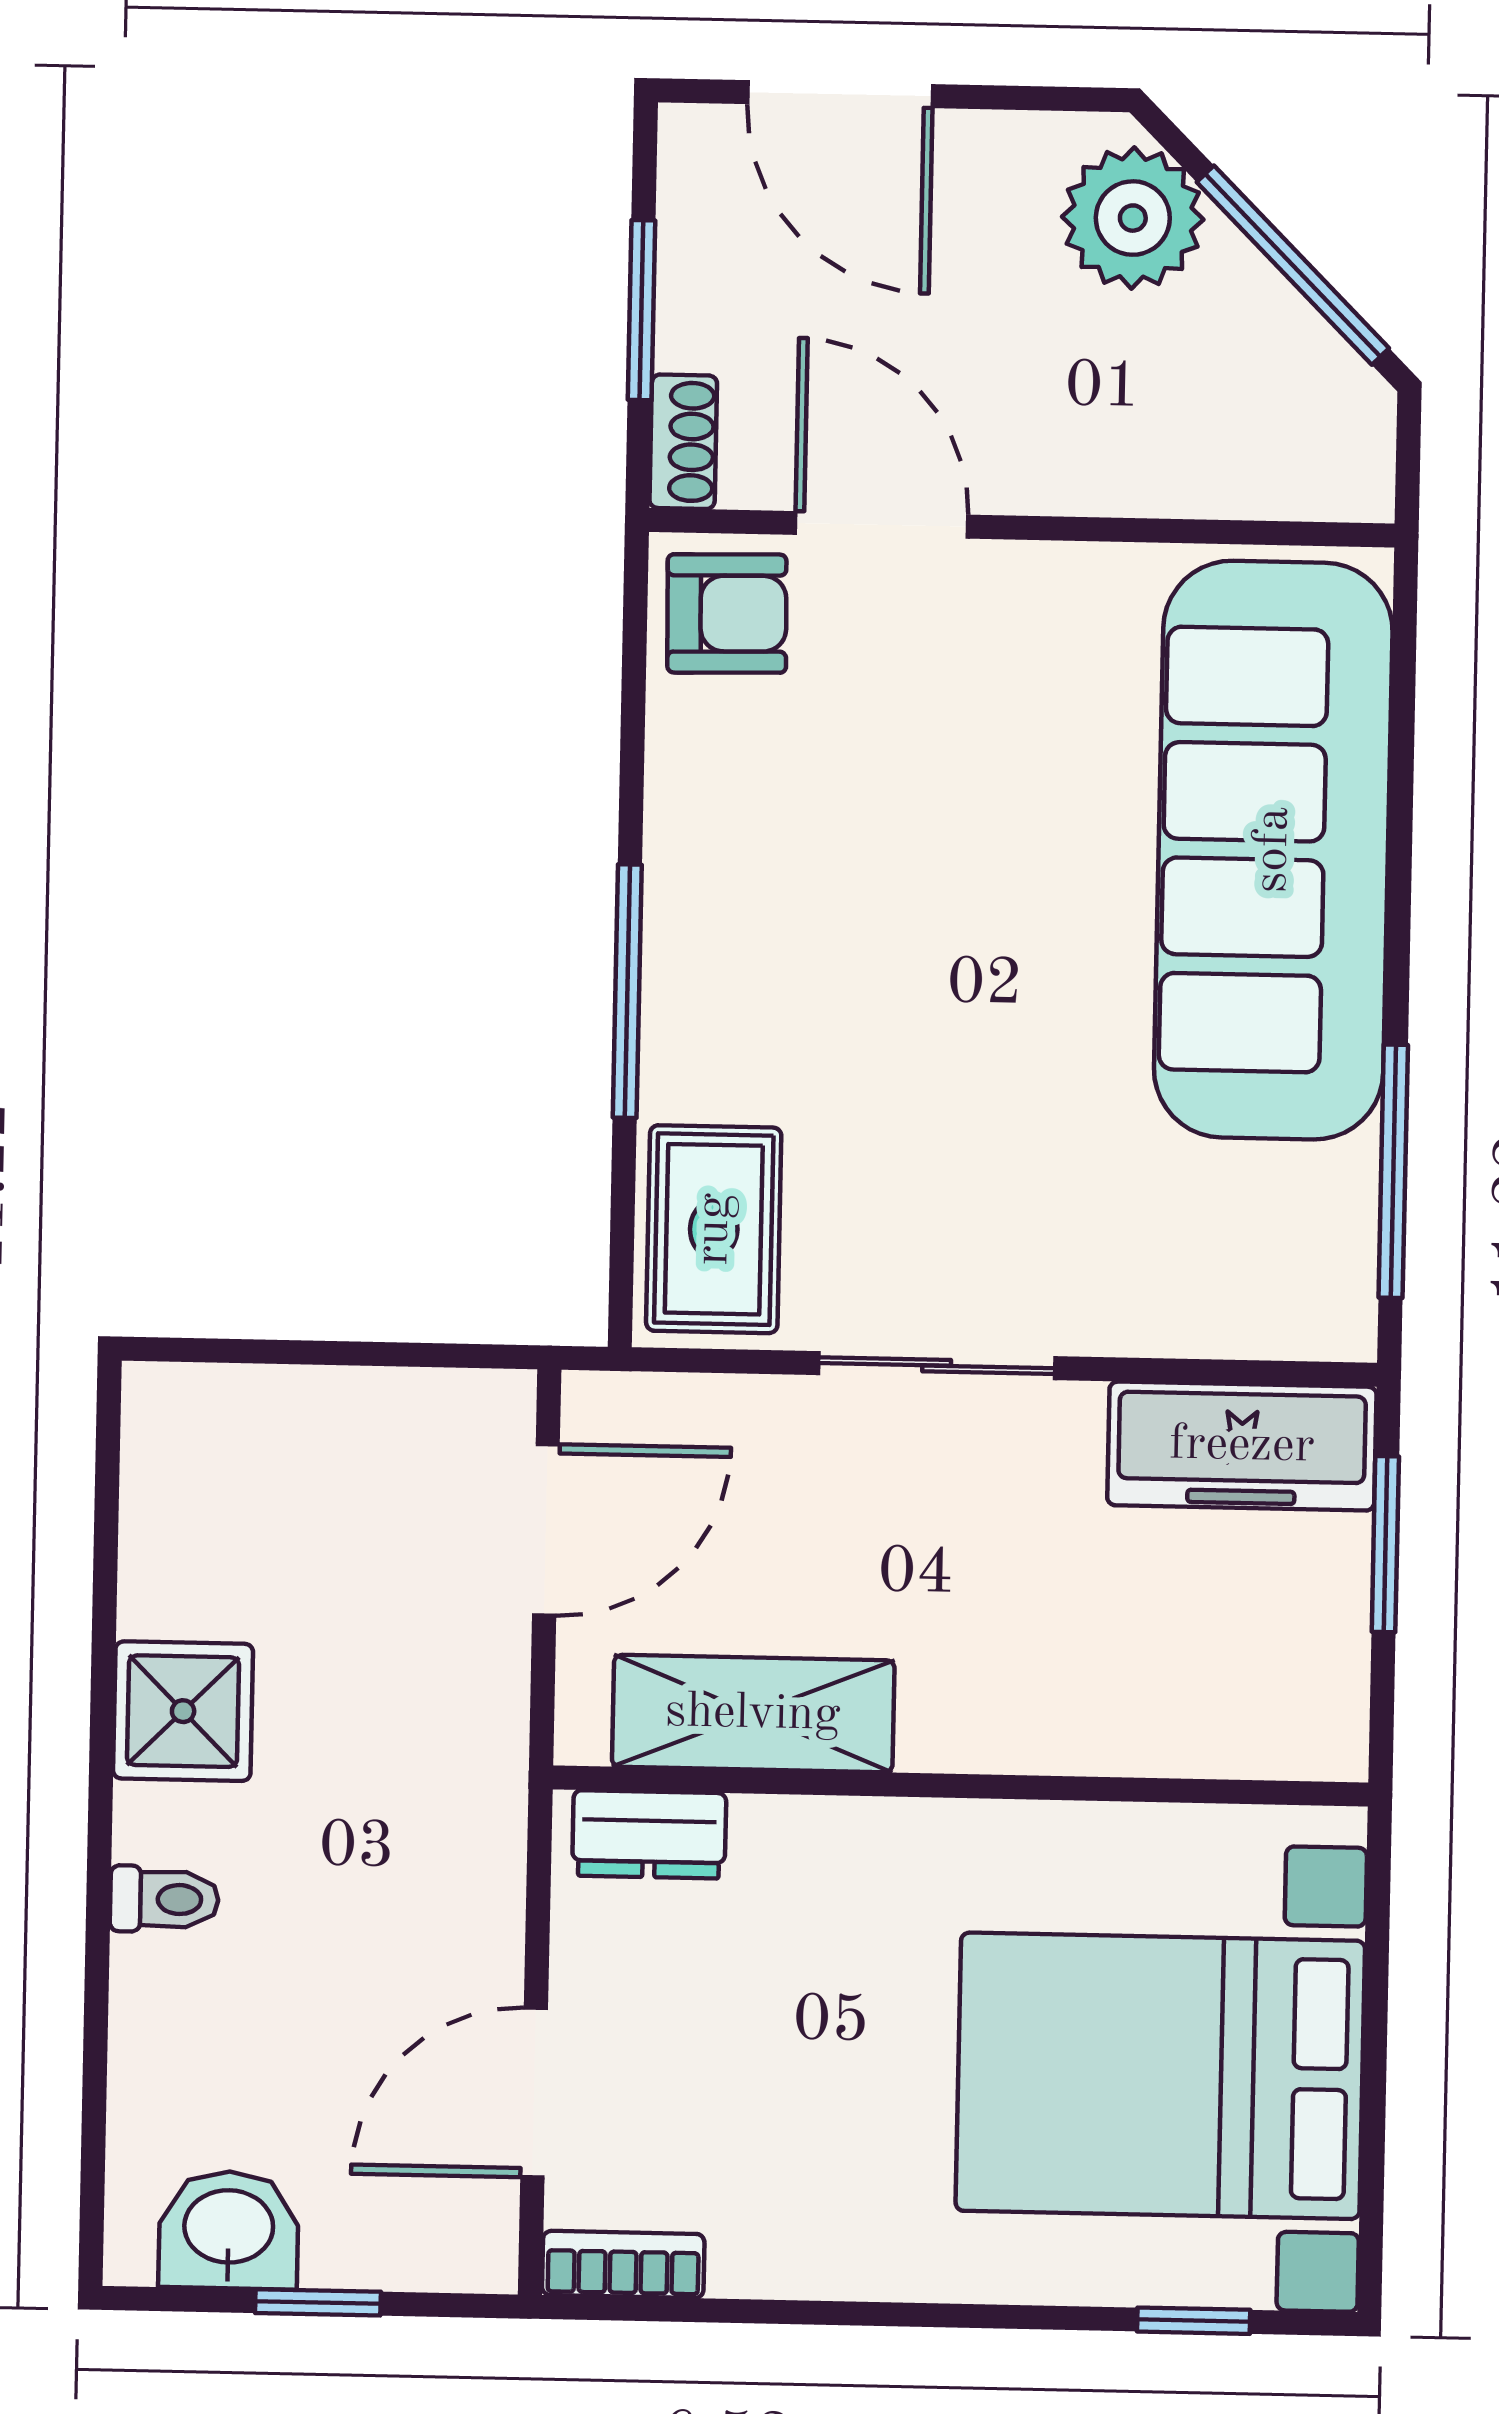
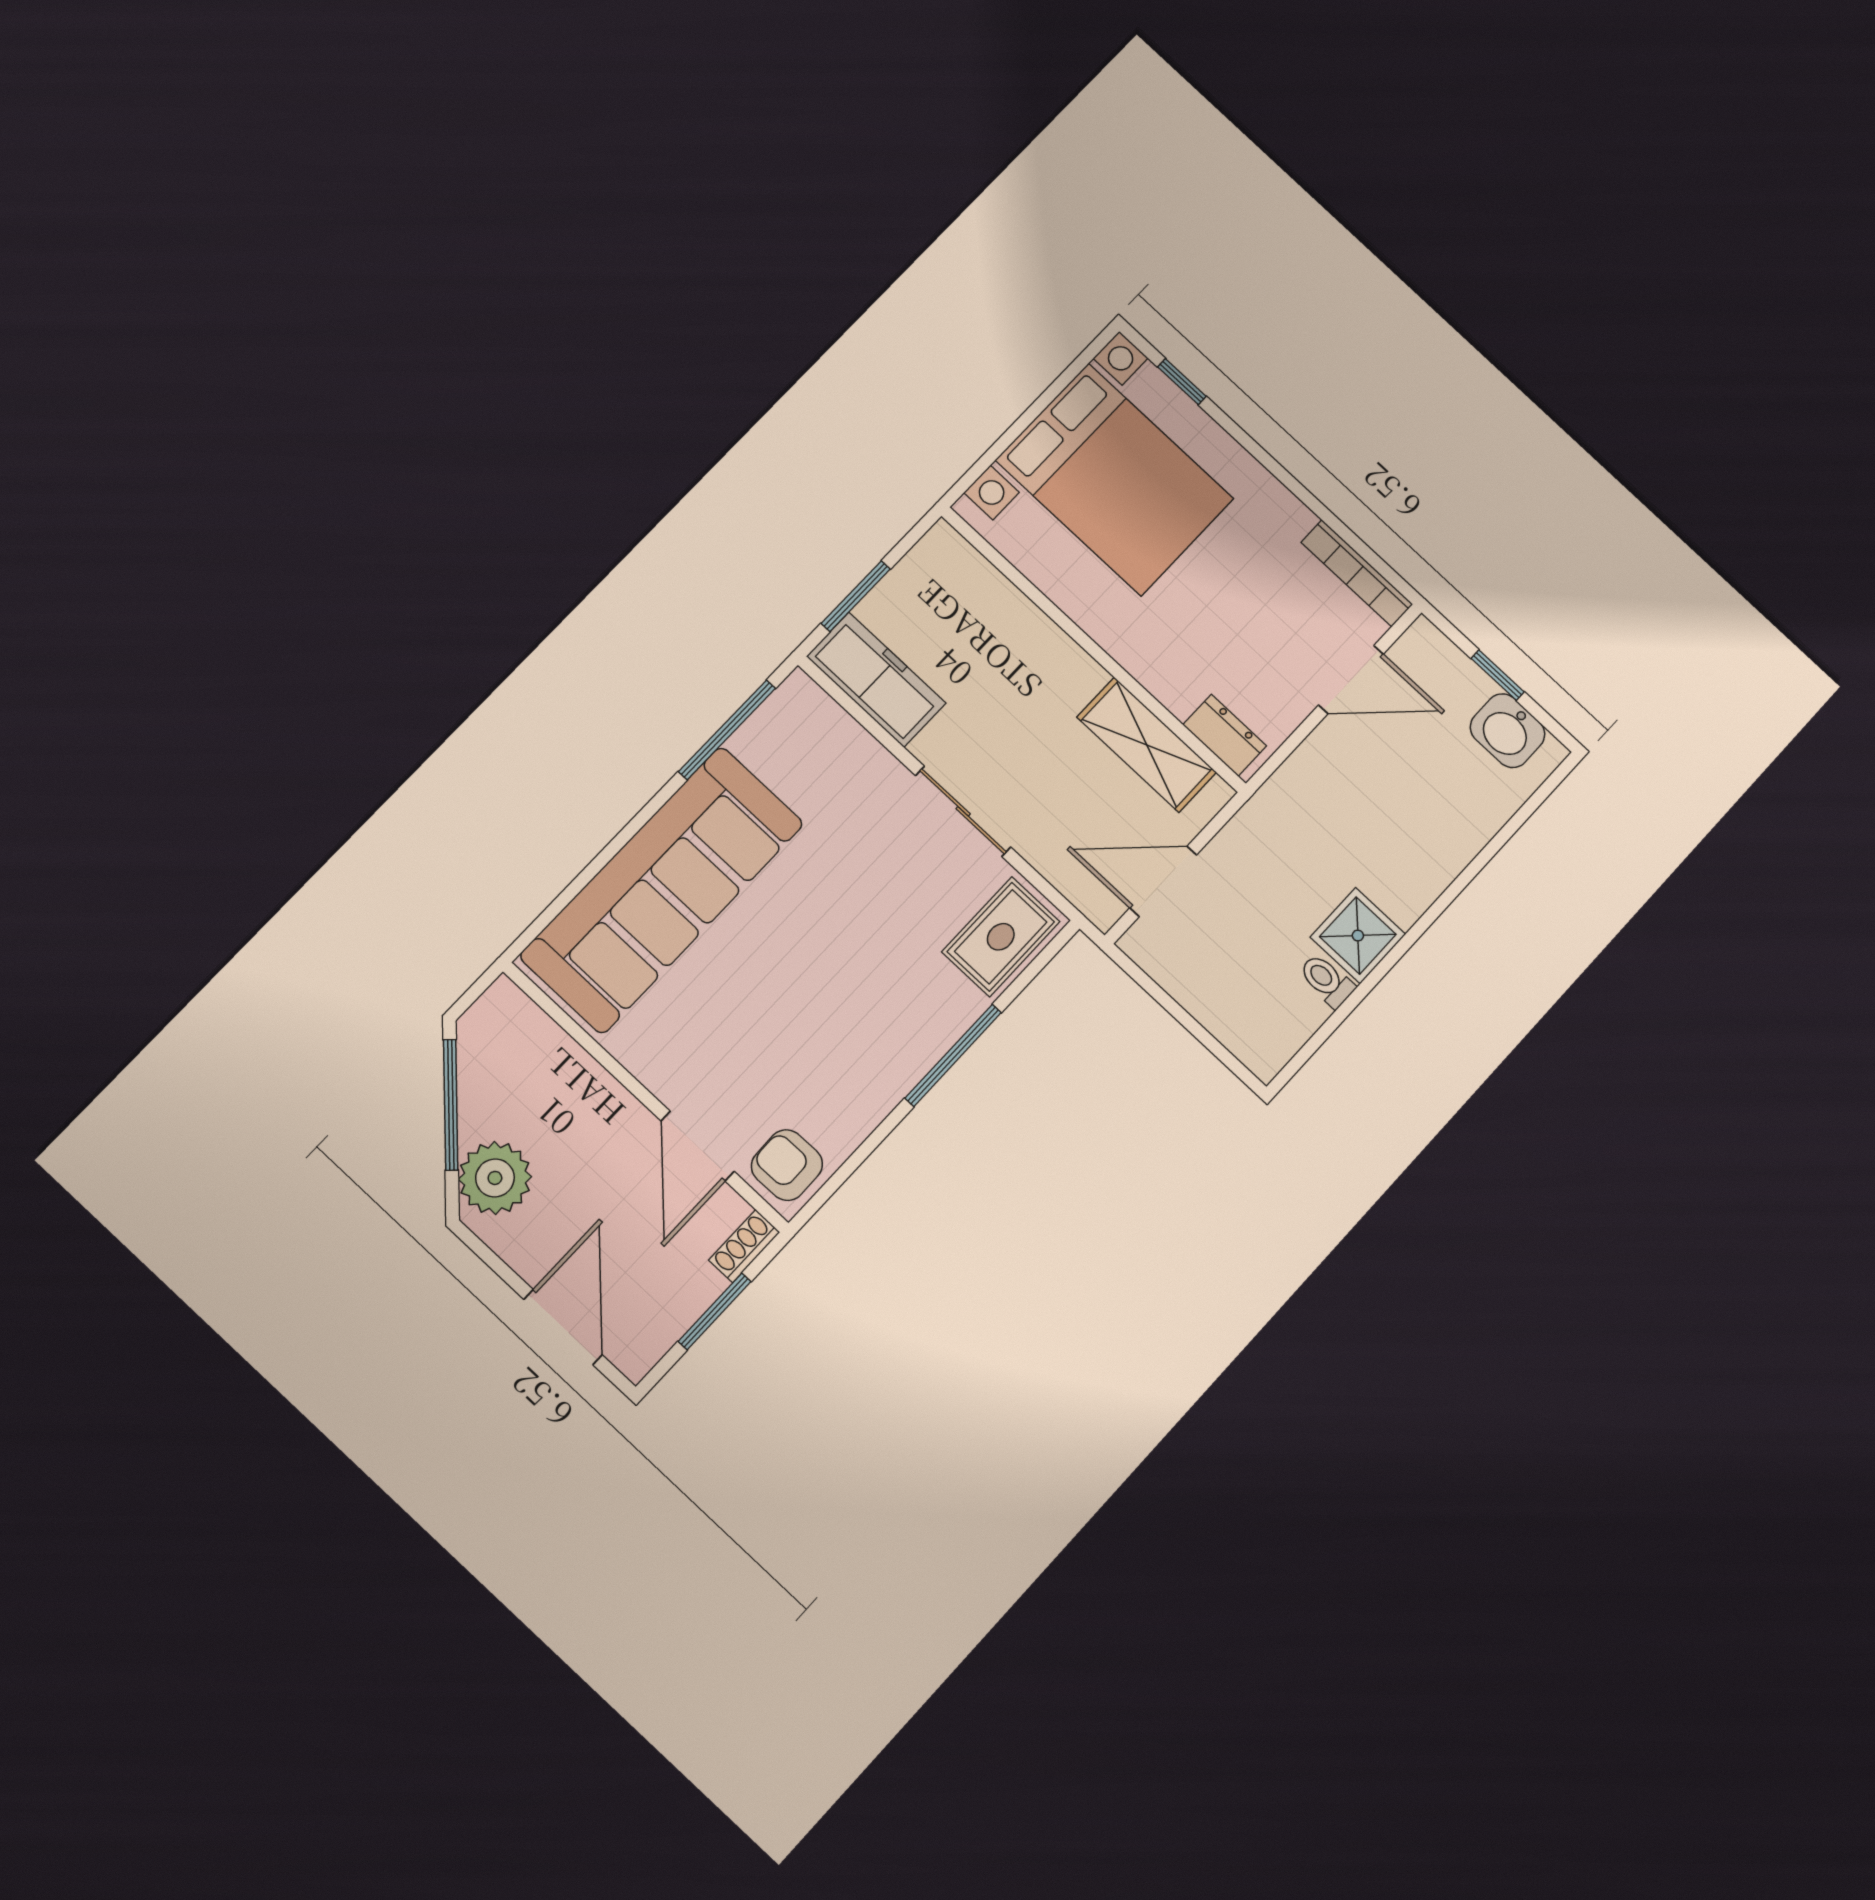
toilet: (164, 1899) -> (1327, 981), moved
bookcase: (623, 2264) -> (1357, 573), width x1.56

